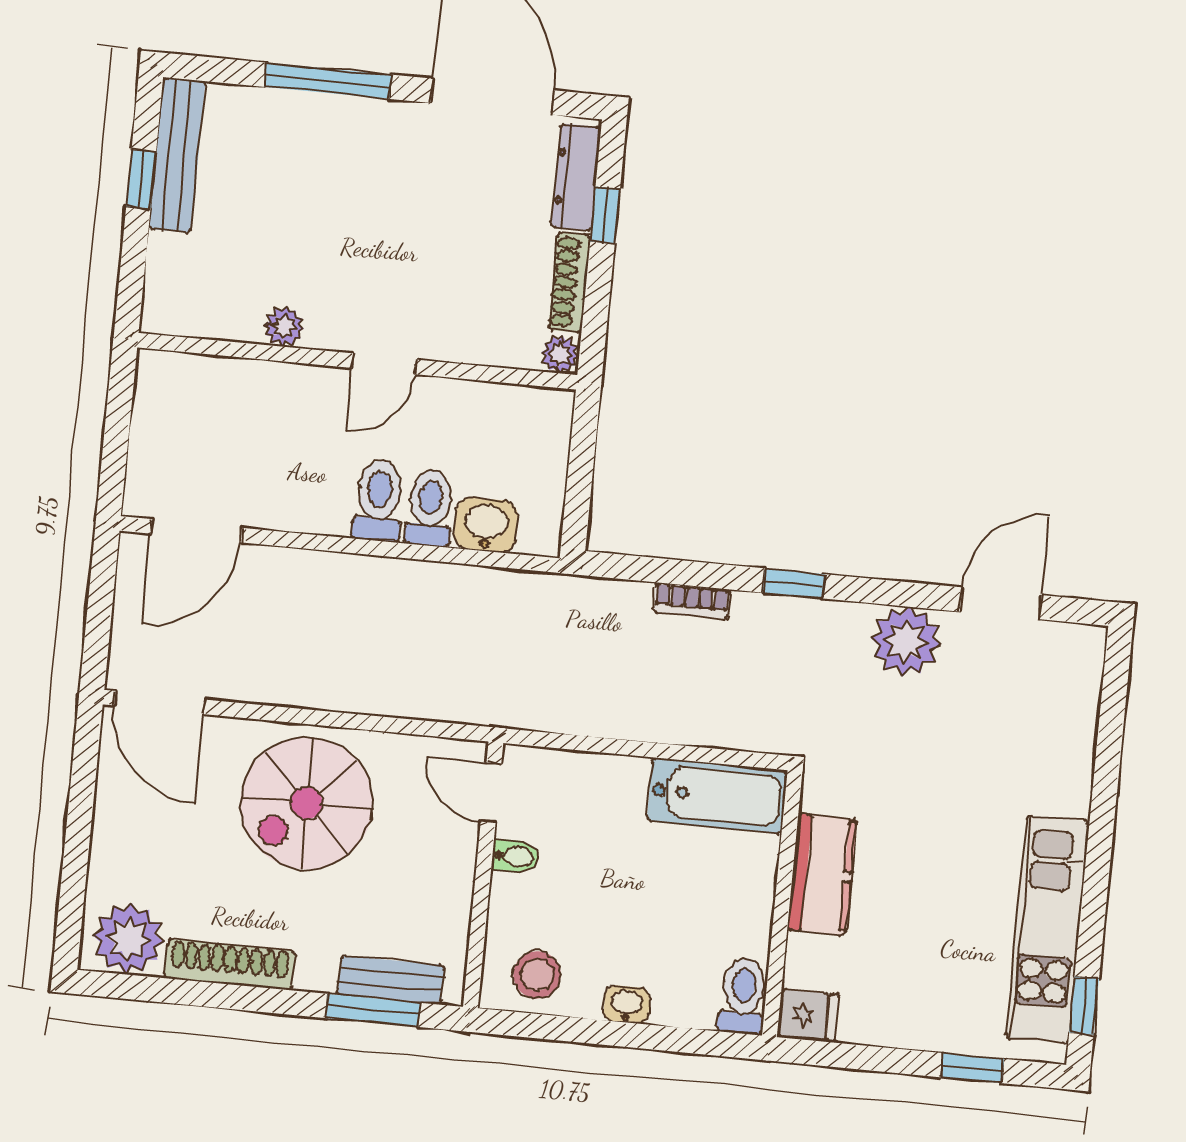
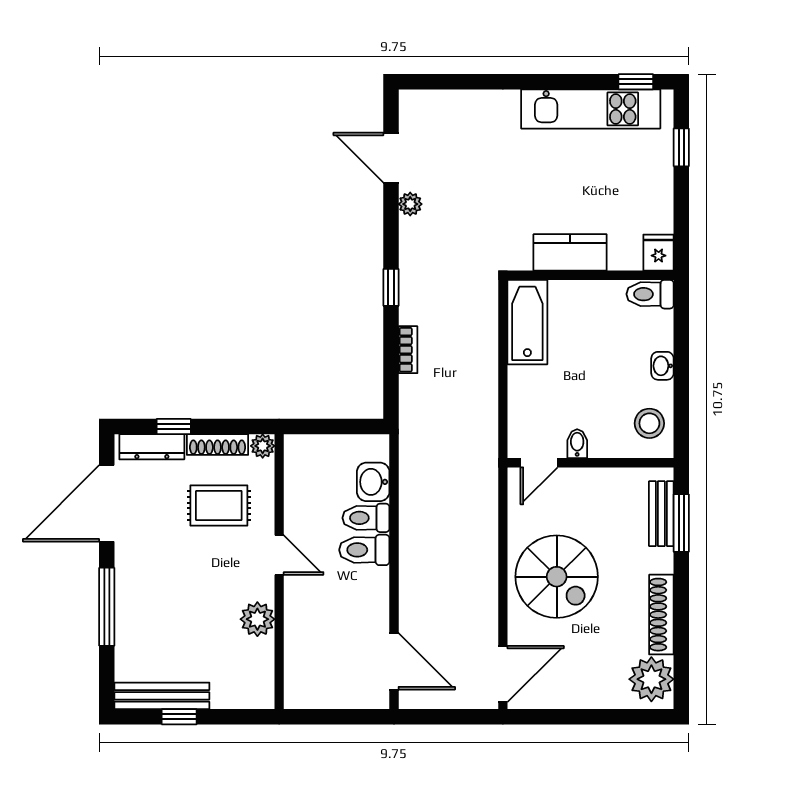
rug: (472, 275) -> (219, 505), added
plant: (284, 327) -> (257, 619), width x1.38, depth x1.38
plant: (906, 642) -> (410, 204), width x0.53, depth x0.53

